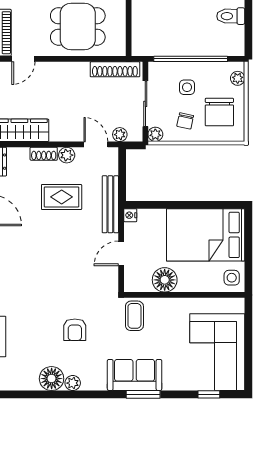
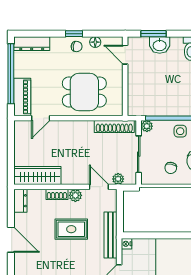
side table: (187, 87) -> (180, 131), moved
plant: (155, 134) -> (147, 126), moved

